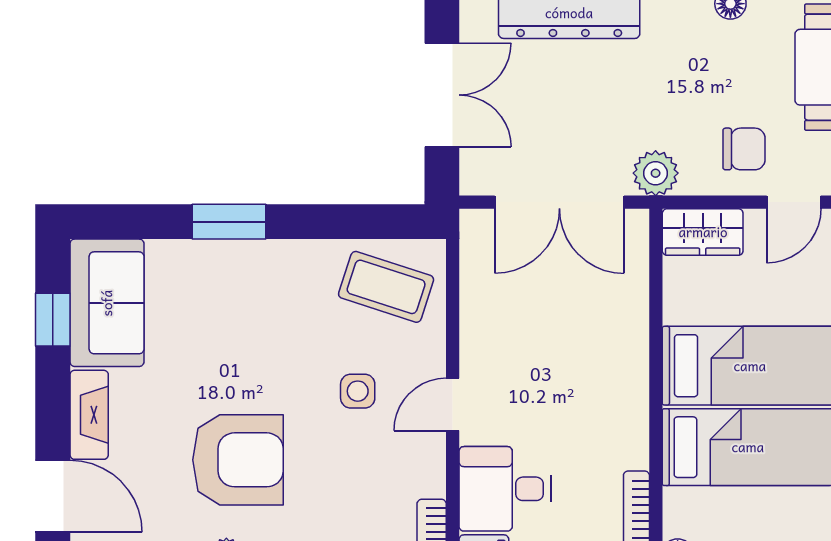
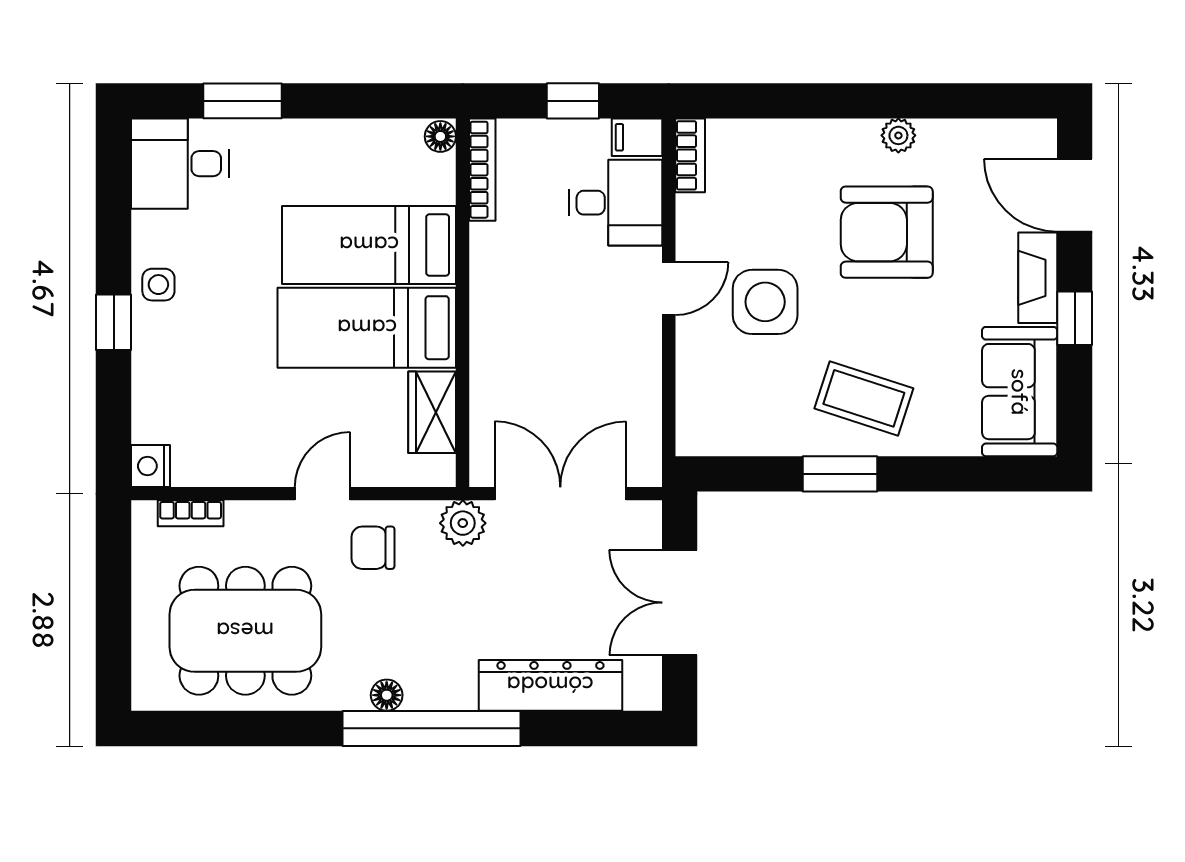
window: (229, 222) -> (840, 474), moved
wardrobe: (703, 232) -> (432, 412), moved, turned -90
coffee table: (386, 287) -> (864, 398), moved
window: (53, 320) -> (1075, 318), moved
side table: (358, 391) -> (765, 302), width x1.87, depth x1.87

